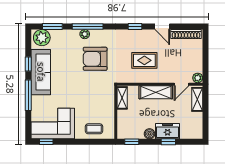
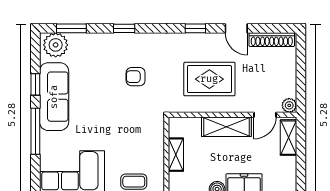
window: (88, 27) -> (124, 28), width x0.46
plant: (85, 34) -> (120, 40), removed
armchair: (95, 59) -> (136, 77), width x0.53, depth x0.53
rug: (144, 60) -> (209, 79), width x1.36, depth x1.43
shelving: (122, 98) -> (176, 155), moved

